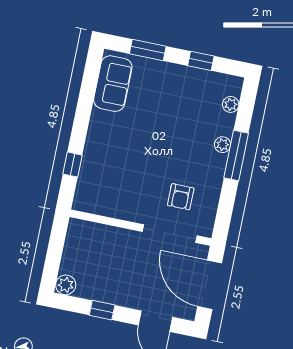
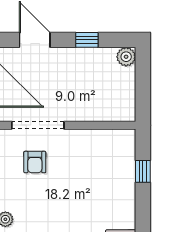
armchair: (181, 197) -> (35, 162), turned 180

